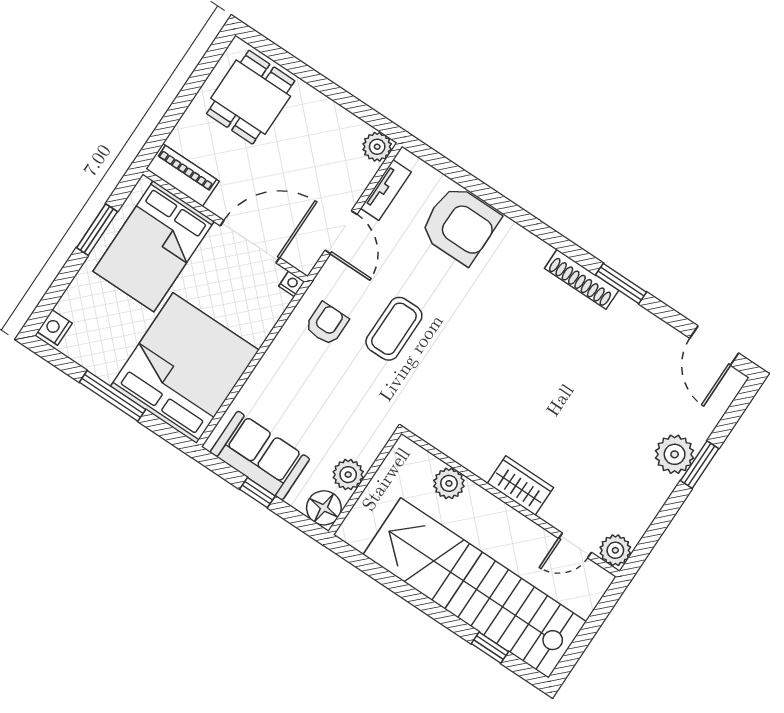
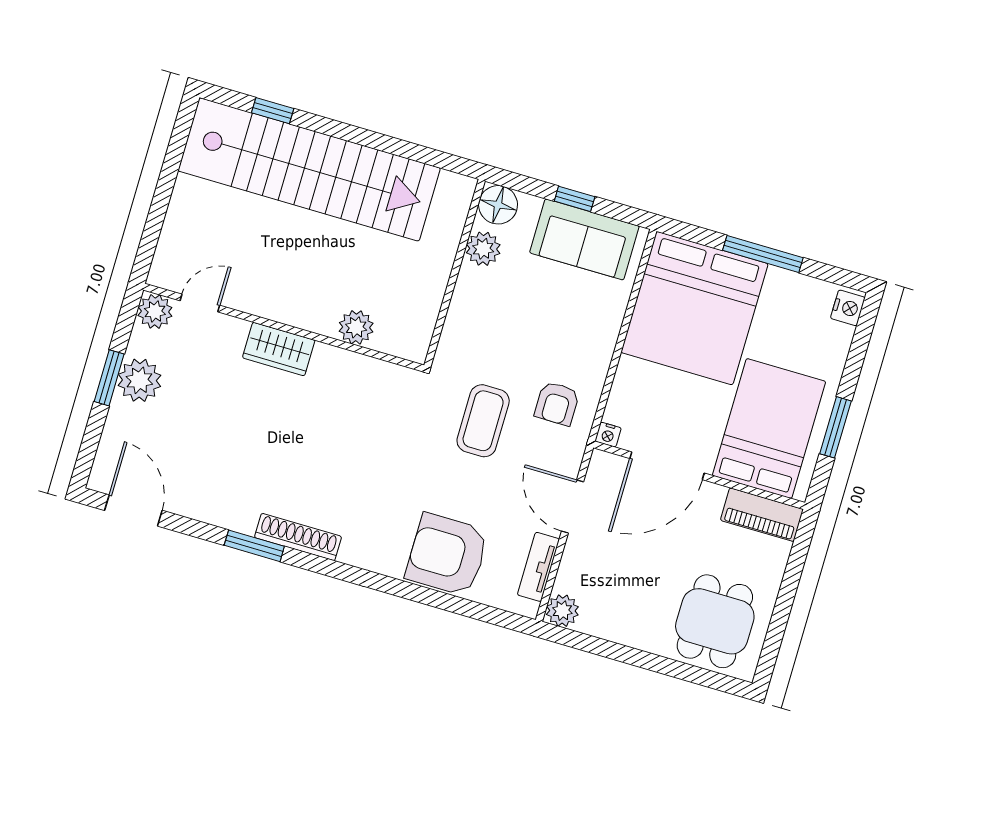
plant: (449, 483) -> (356, 327), moved
wardrobe: (520, 486) -> (279, 349), moved
wall: (510, 502) -> (284, 328), moved
door: (575, 545) -> (200, 303), moved
plant: (615, 550) -> (155, 311), moved

